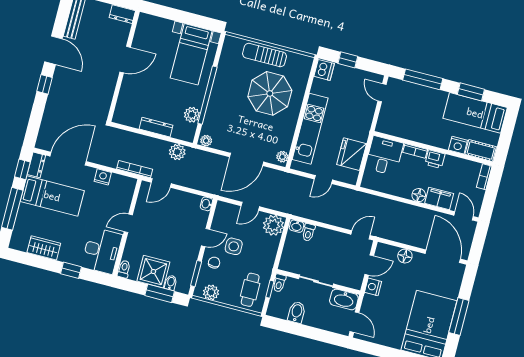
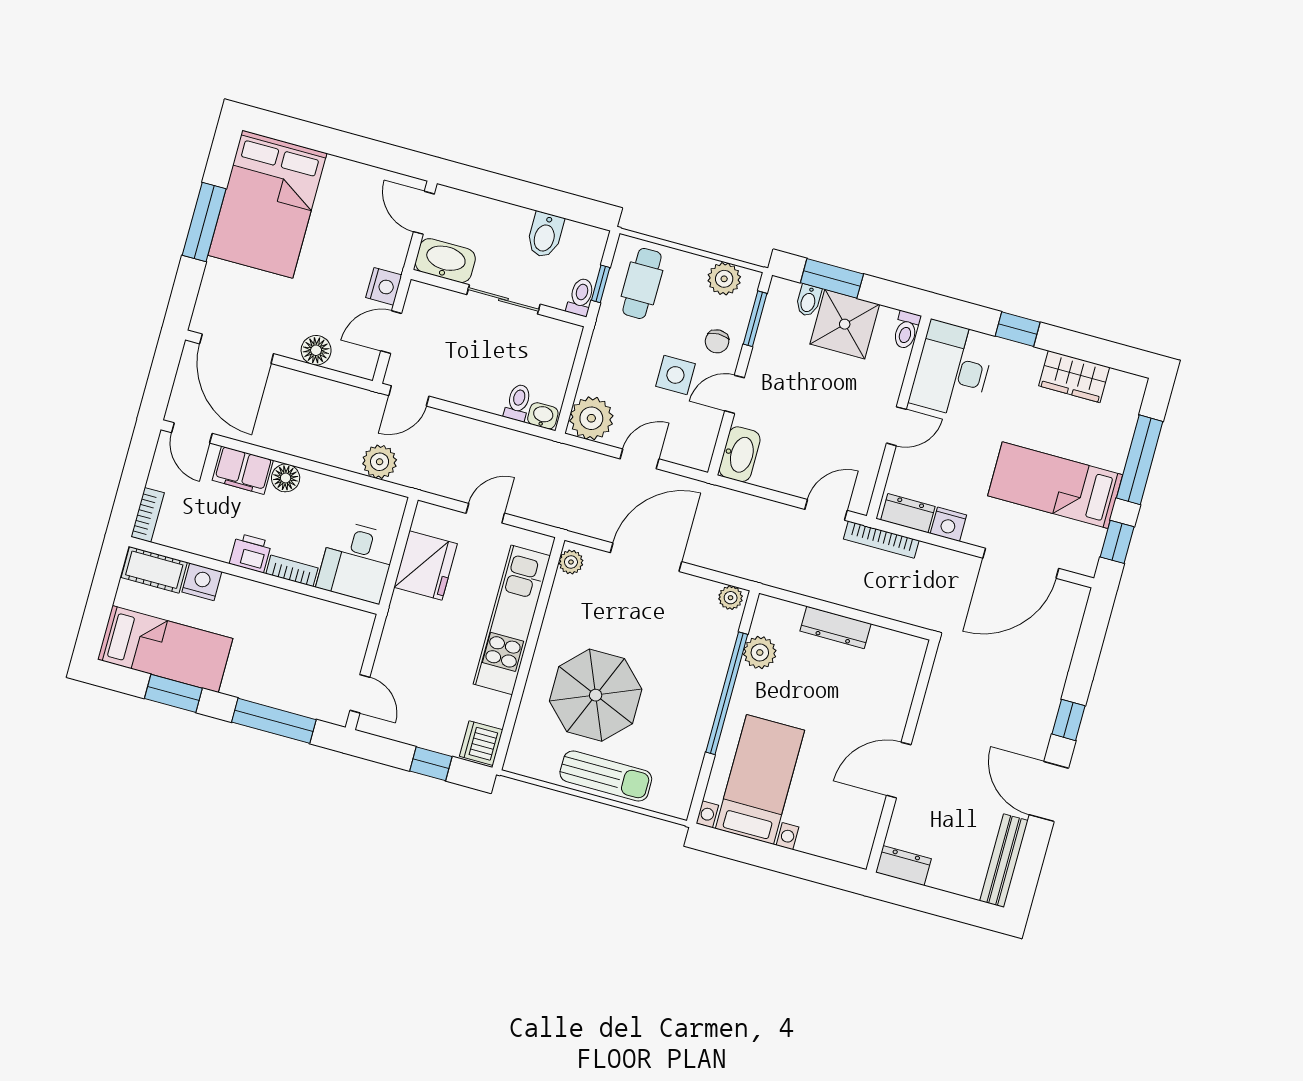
plant: (177, 152) -> (380, 462), moved
dresser: (36, 165) -> (908, 513), moved, turned 90
washbasin: (206, 204) -> (740, 454), width x1.91, depth x1.45

